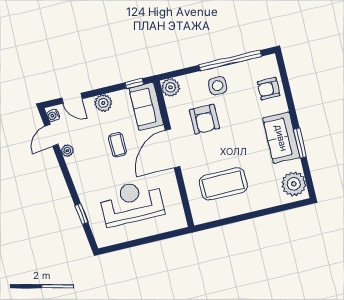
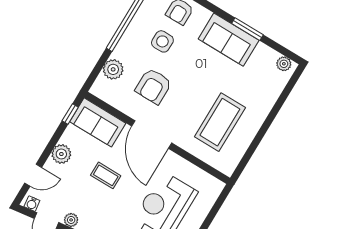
side table: (218, 86) -> (162, 41), moved
plant: (171, 87) -> (113, 69), moved
armchair: (204, 119) -> (153, 86), turned 90
plant: (294, 184) -> (284, 64), width x0.53, depth x0.53

